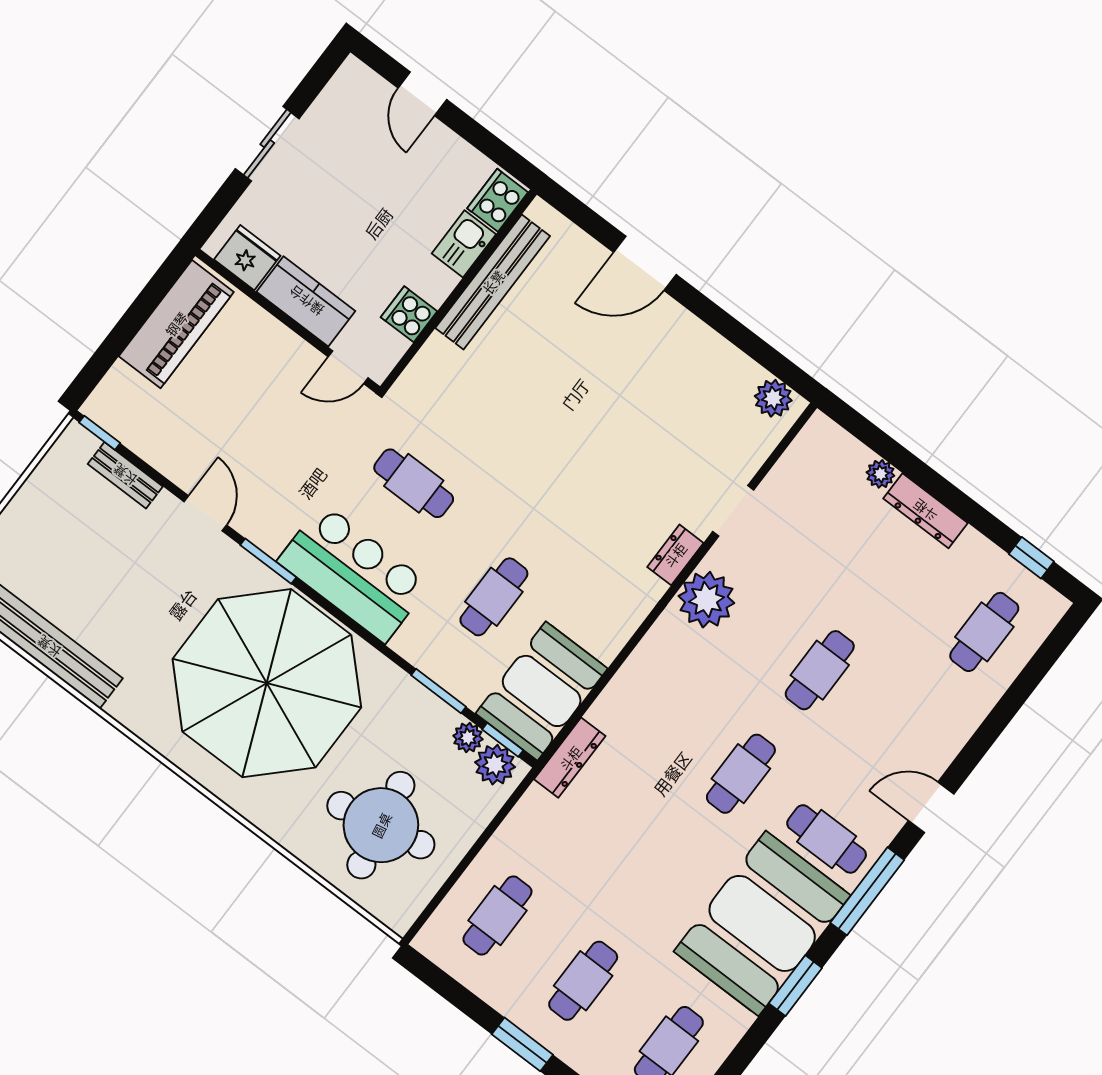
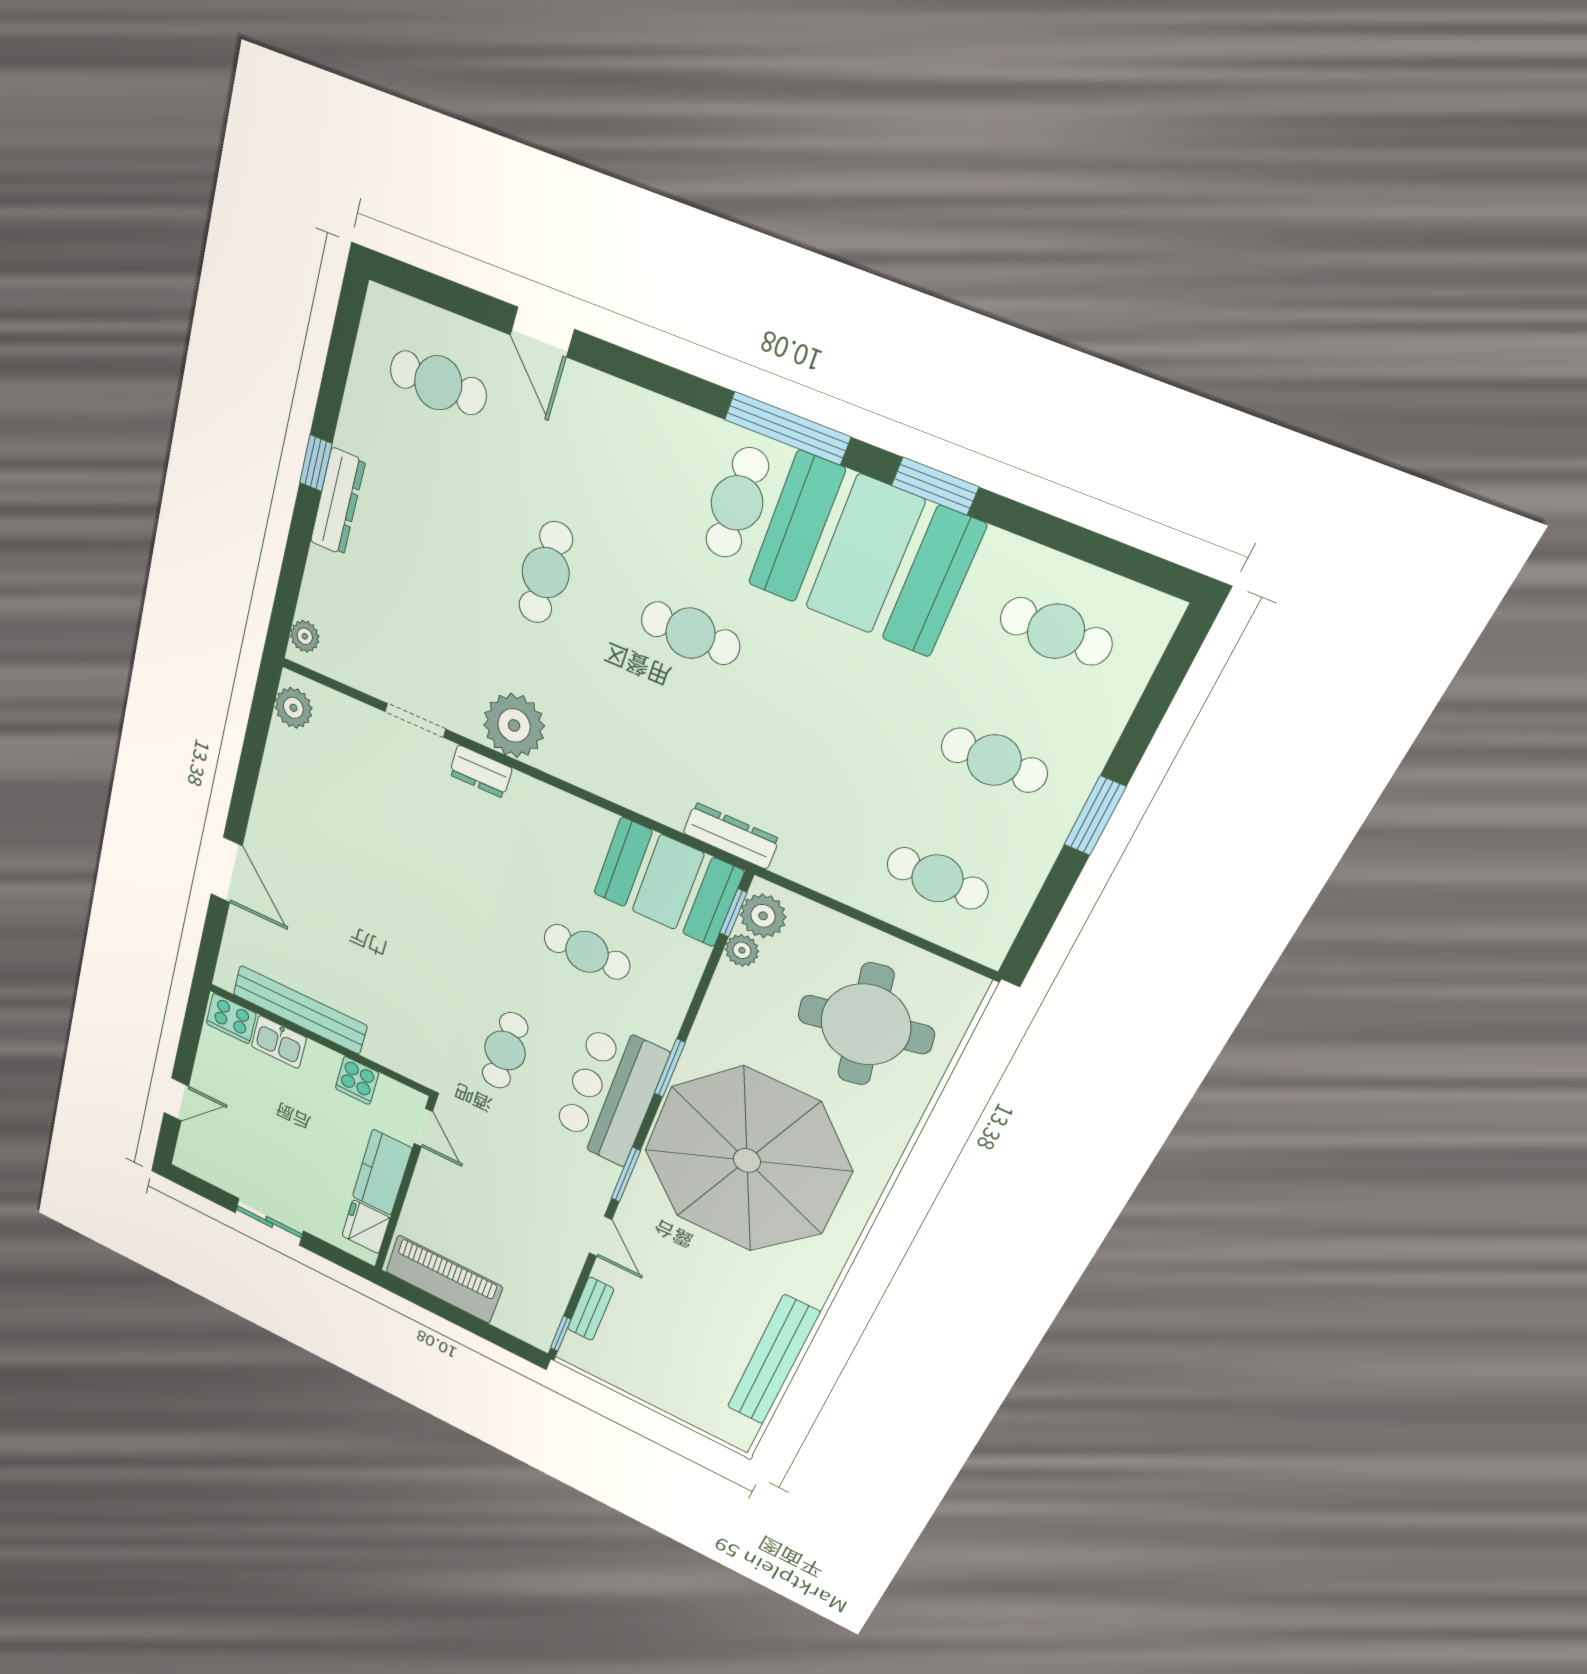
plant: (880, 474) -> (305, 636), moved
door: (205, 513) -> (601, 1236), swing flipped
window: (1031, 558) -> (316, 463), moved
cafe table: (820, 670) -> (546, 573), turned 90
window: (439, 691) -> (670, 1068), moved
door: (931, 807) -> (542, 332), moved

